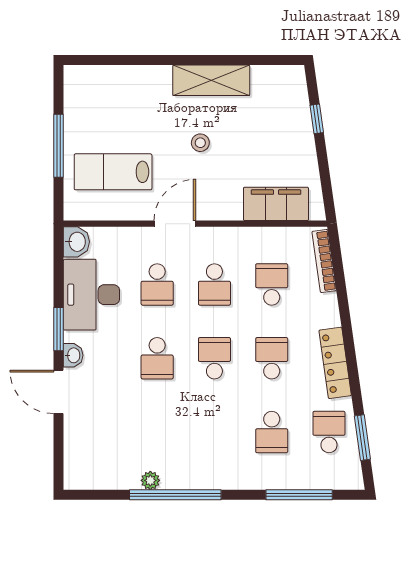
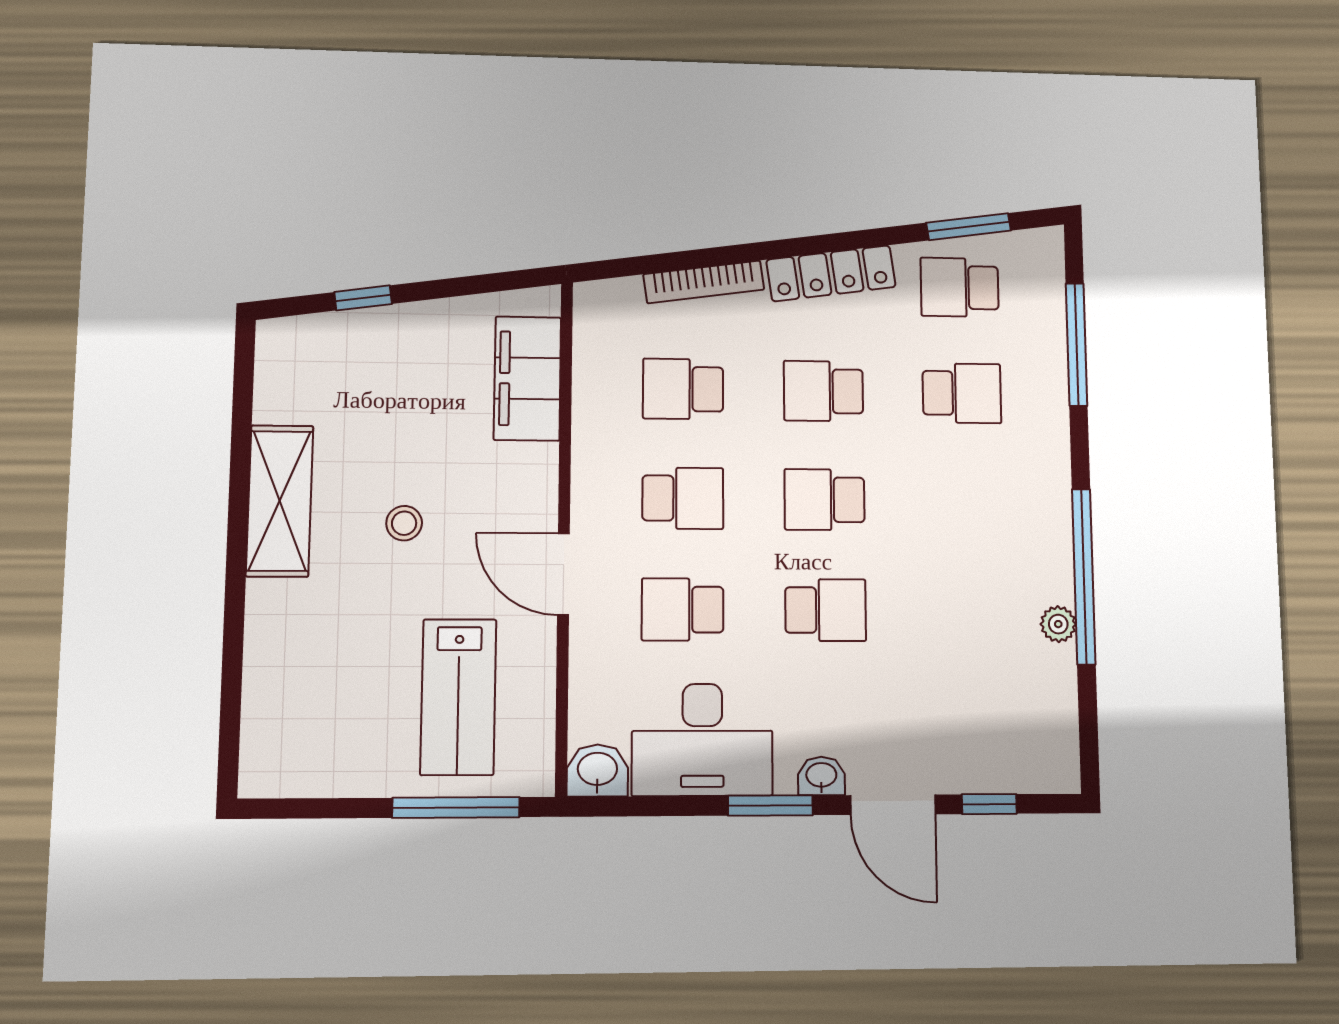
window: (59, 146) -> (456, 807), moved
bookcase: (324, 261) -> (704, 282), moved
school desk: (157, 284) -> (683, 610), turned 180
door: (59, 392) -> (893, 805), hinge flipped
window: (59, 442) -> (989, 804), added

